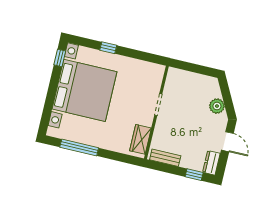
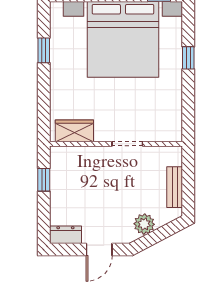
window: (79, 147) -> (44, 50), width x0.46
bench: (165, 158) -> (175, 187), moved
window: (194, 175) -> (44, 180), moved

